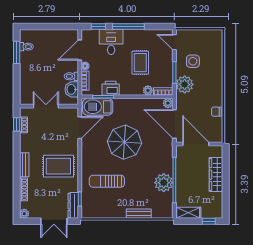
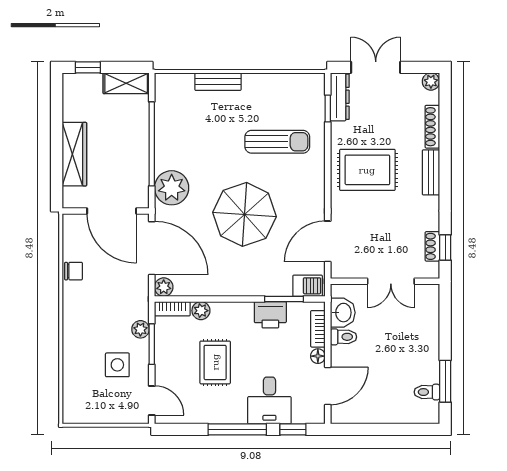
plant: (185, 84) -> (140, 329), width x0.53, depth x0.53
barbecue: (98, 107) -> (308, 286), width x0.53, depth x0.65
plant: (164, 183) -> (172, 188), moved

